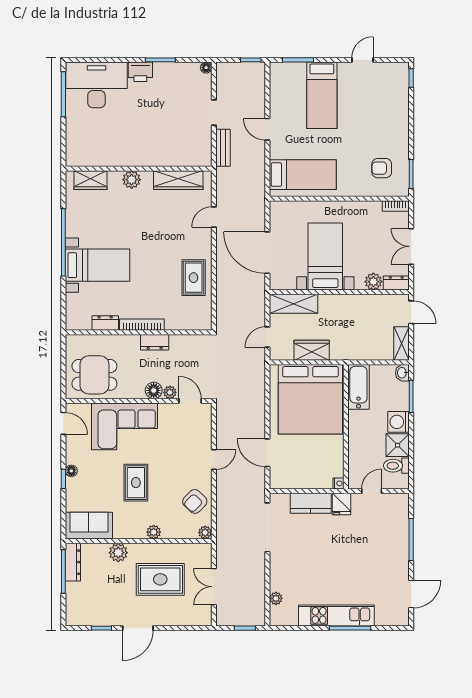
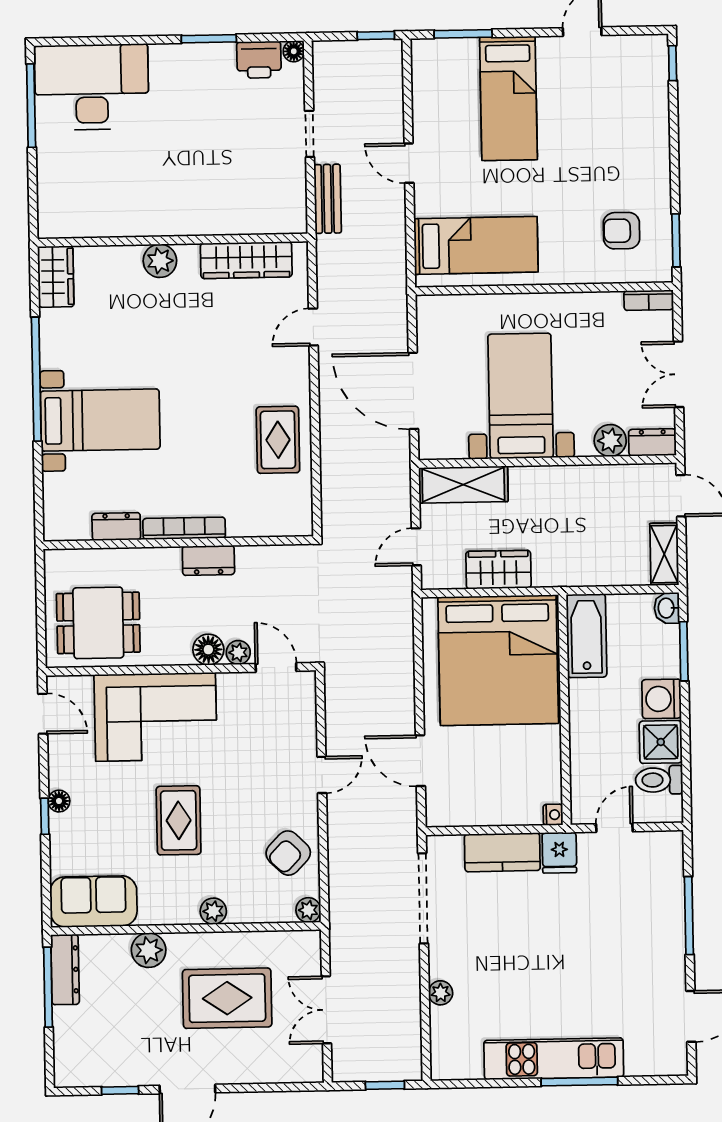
printer: (140, 72) -> (259, 60), moved
wardrobe: (91, 180) -> (56, 277), moved, turned -90
plant: (276, 598) -> (441, 993), moved

